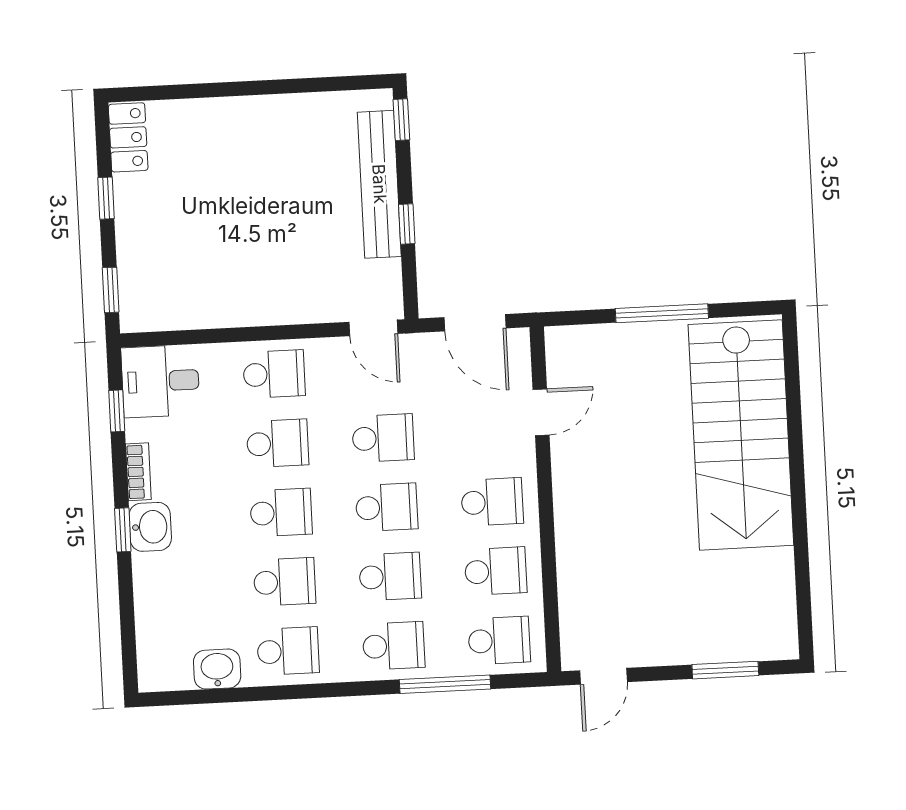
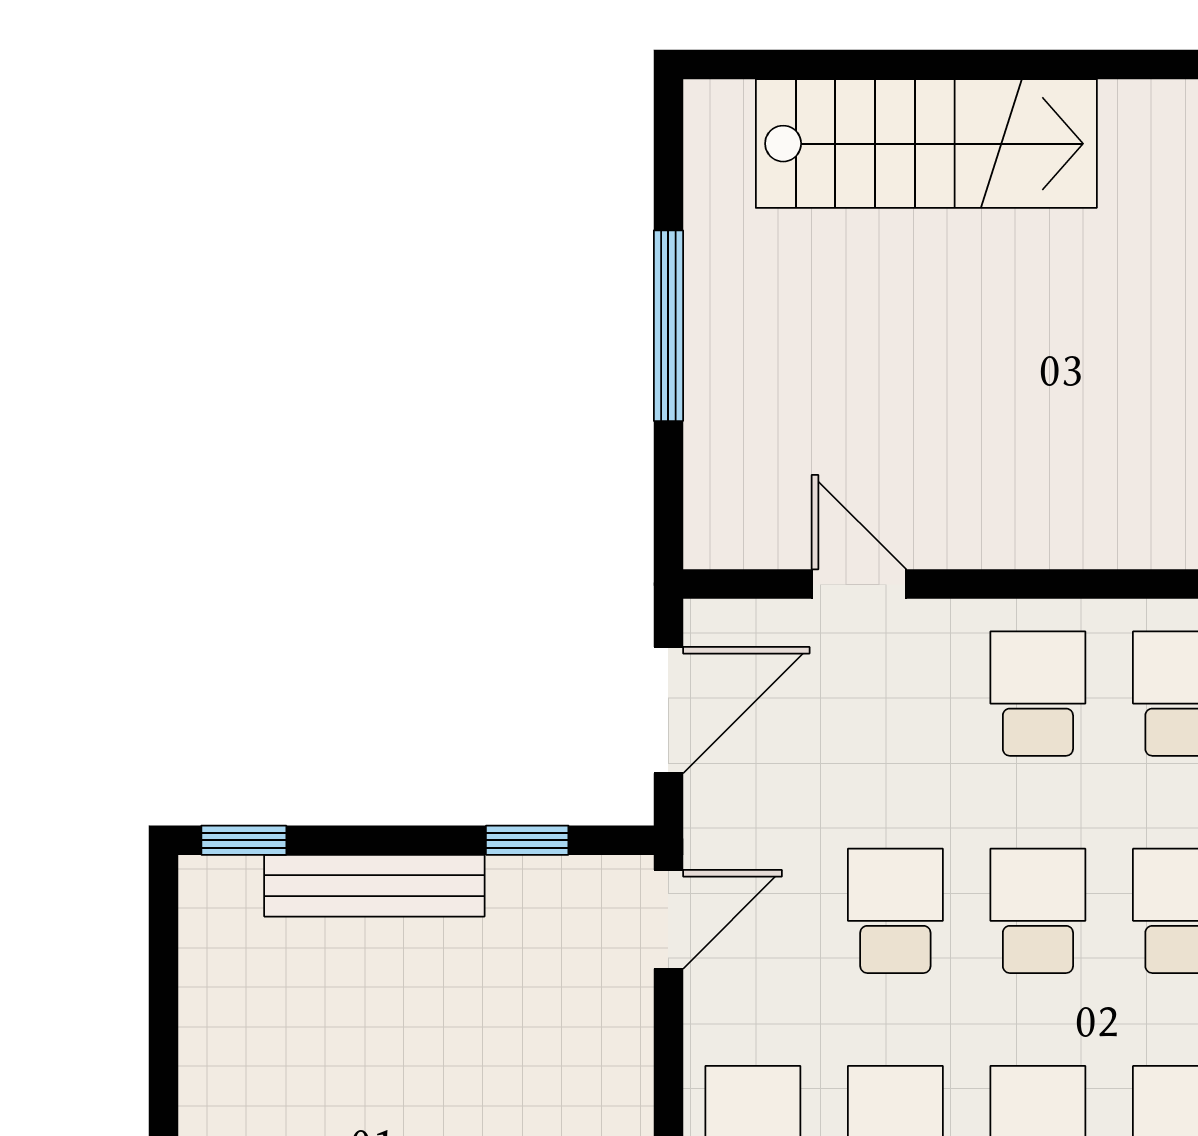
bench: (379, 184) -> (374, 886), width x0.73, depth x0.82
window: (407, 224) -> (527, 840), moved
stairs: (741, 435) -> (926, 144), width x0.73, depth x0.66

